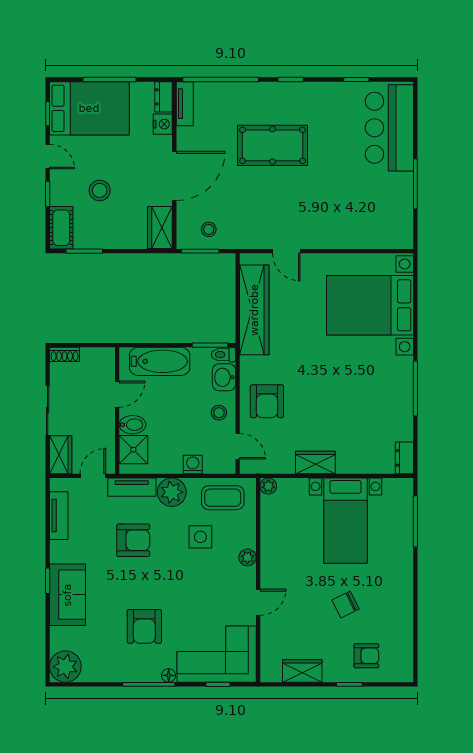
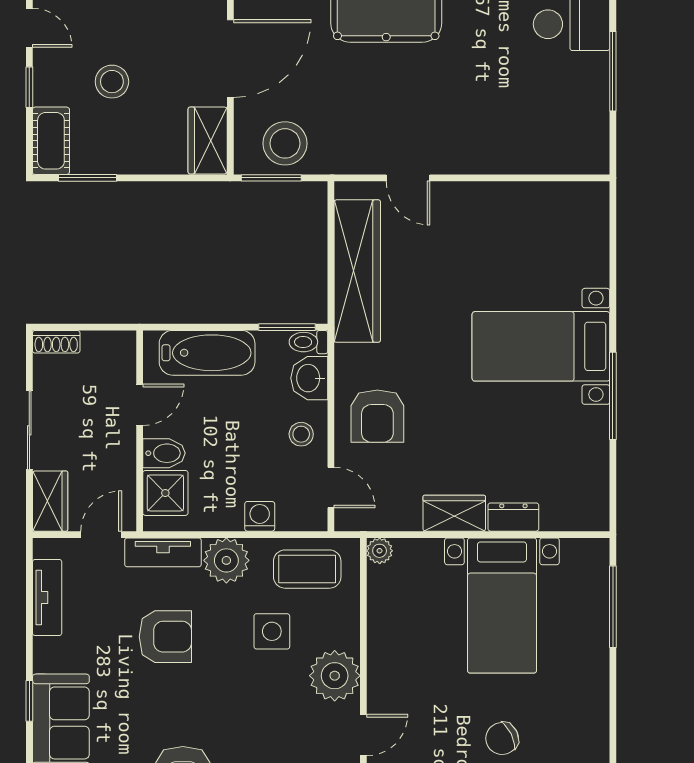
stool: (209, 229) -> (285, 143), width x1.89, depth x1.89
bed with nightstands: (370, 305) -> (541, 346), moved, width x0.73
dresser: (404, 458) -> (513, 517), moved, turned 90
plant: (247, 557) -> (335, 676), width x1.88, depth x1.88

